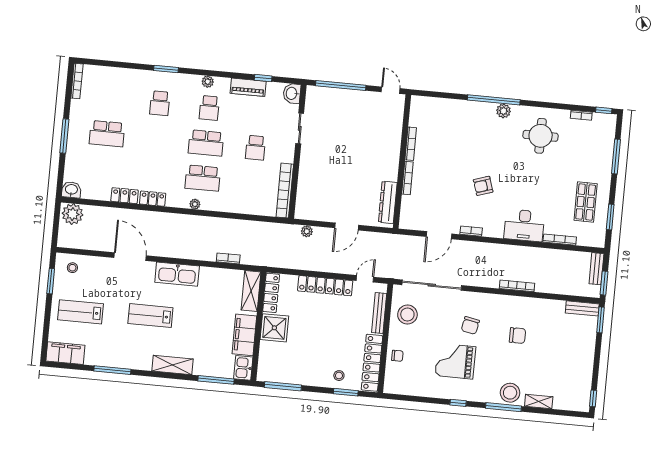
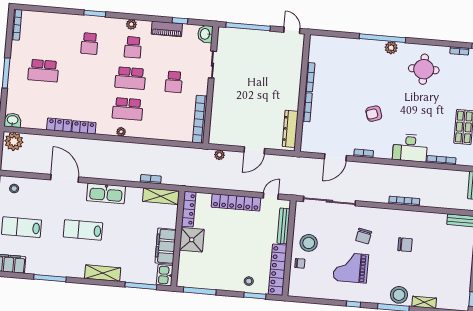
shelving: (251, 291) -> (161, 196), moved, turned 90
stool: (407, 315) -> (309, 243), moved

